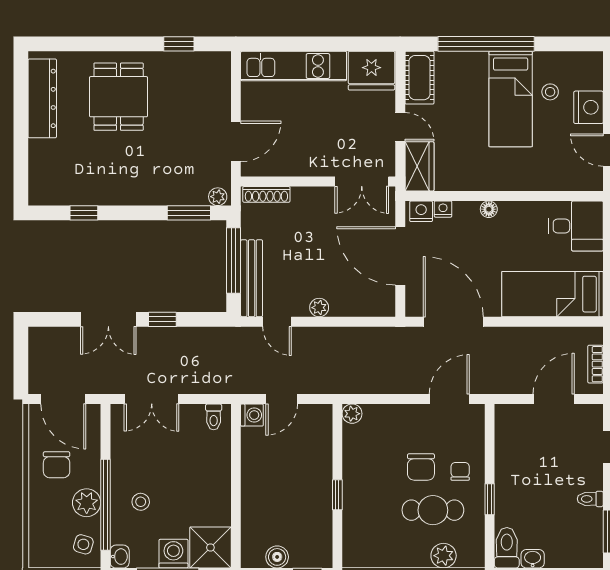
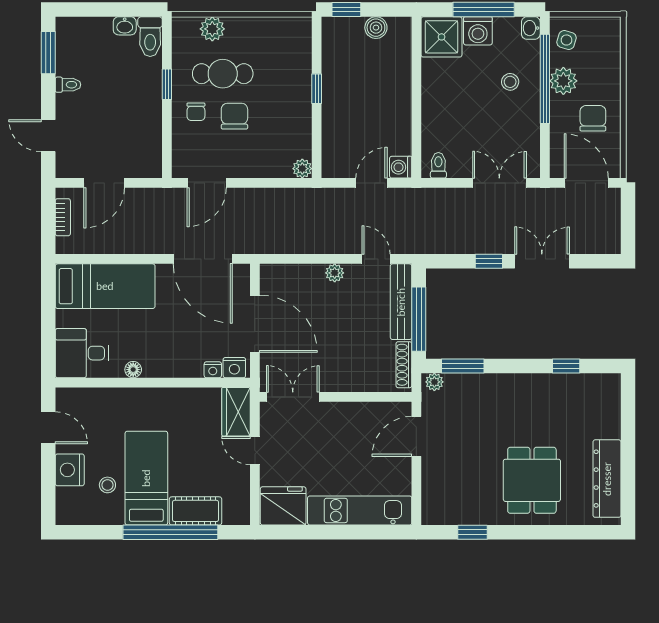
cot: (419, 78) -> (196, 511), moved, turned 90
shoe rack: (266, 194) -> (404, 365), moved, turned -90
floor lamp: (489, 209) -> (133, 370), moved

